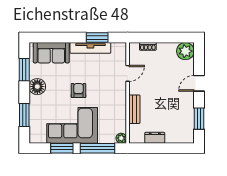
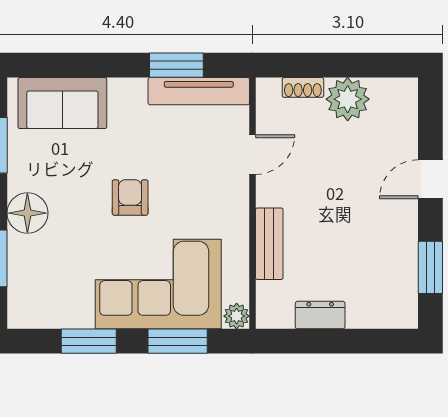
tv unit: (90, 48) -> (199, 91), moved
plant: (185, 51) -> (348, 99), moved
floor lamp: (37, 87) -> (27, 213), moved
corner sofa: (72, 125) -> (158, 284), moved
window: (98, 148) -> (178, 341), width x0.69

